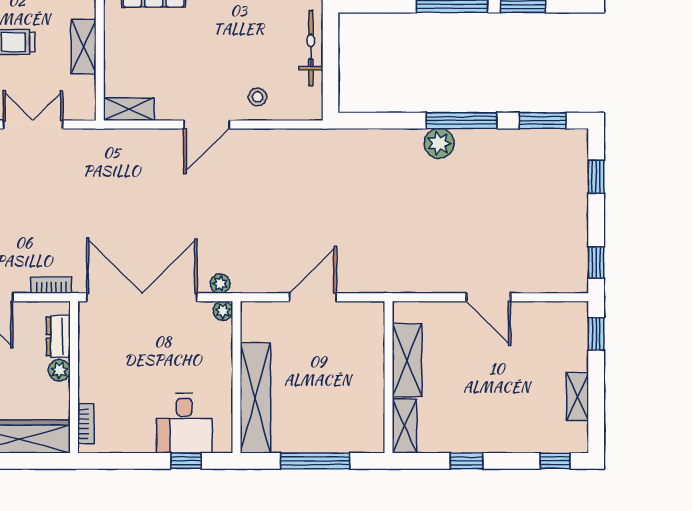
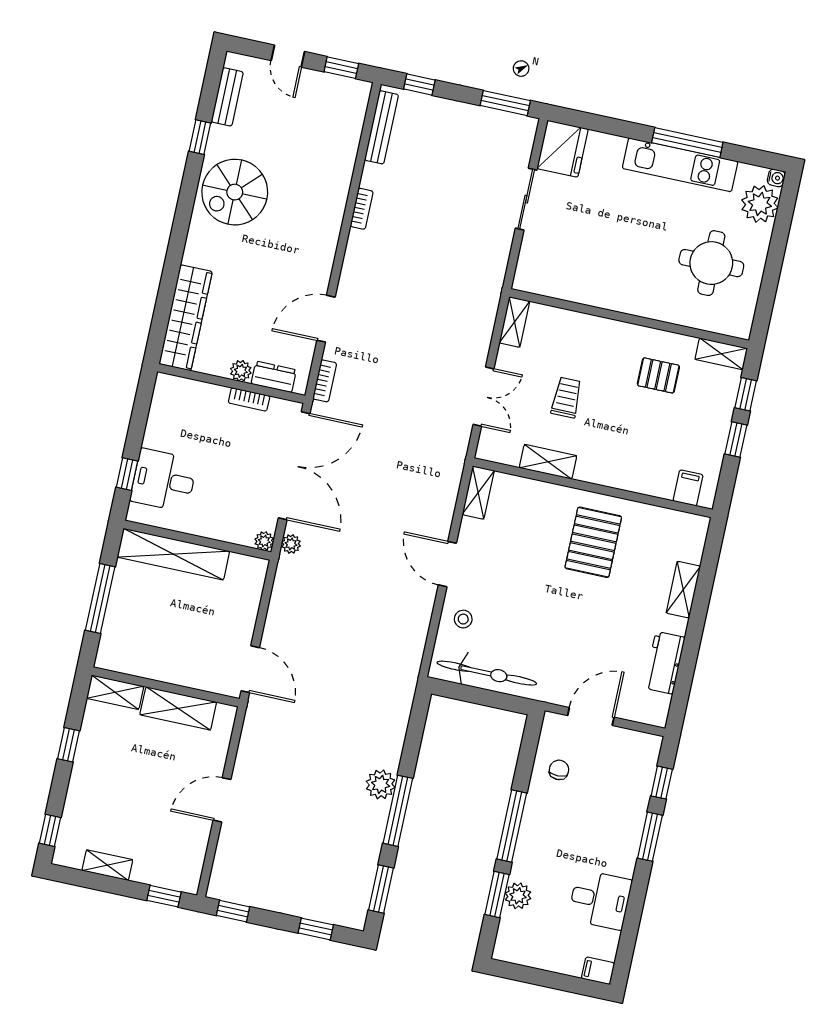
bicycle: (311, 48) -> (487, 673), width x1.37, depth x1.40
door: (313, 297) -> (250, 669), moved
bookcase: (86, 424) -> (249, 399), moved

